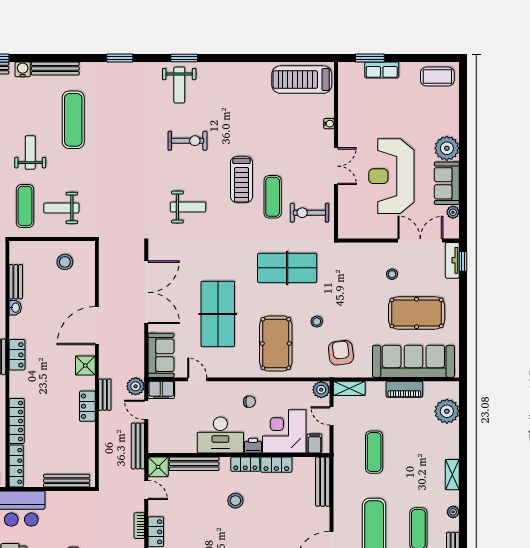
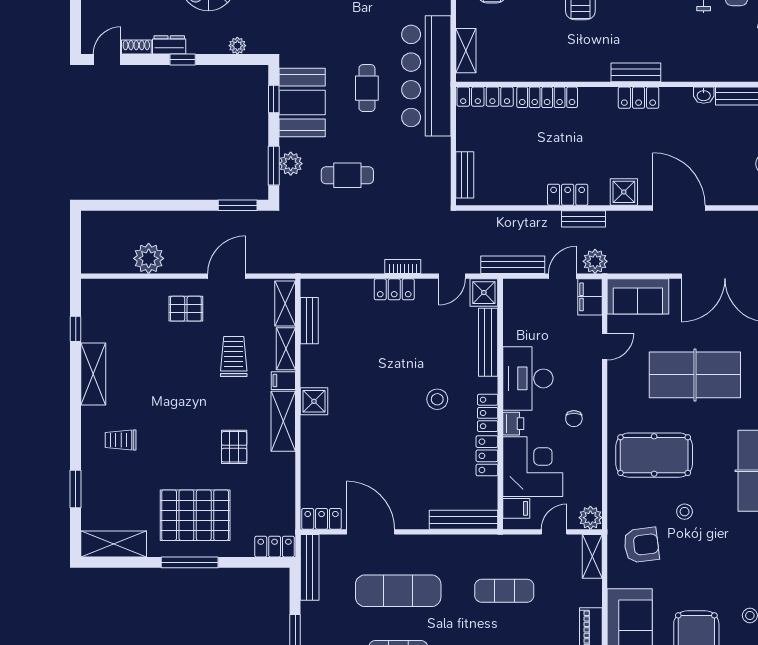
bench: (67, 481) -> (465, 175), width x0.73

